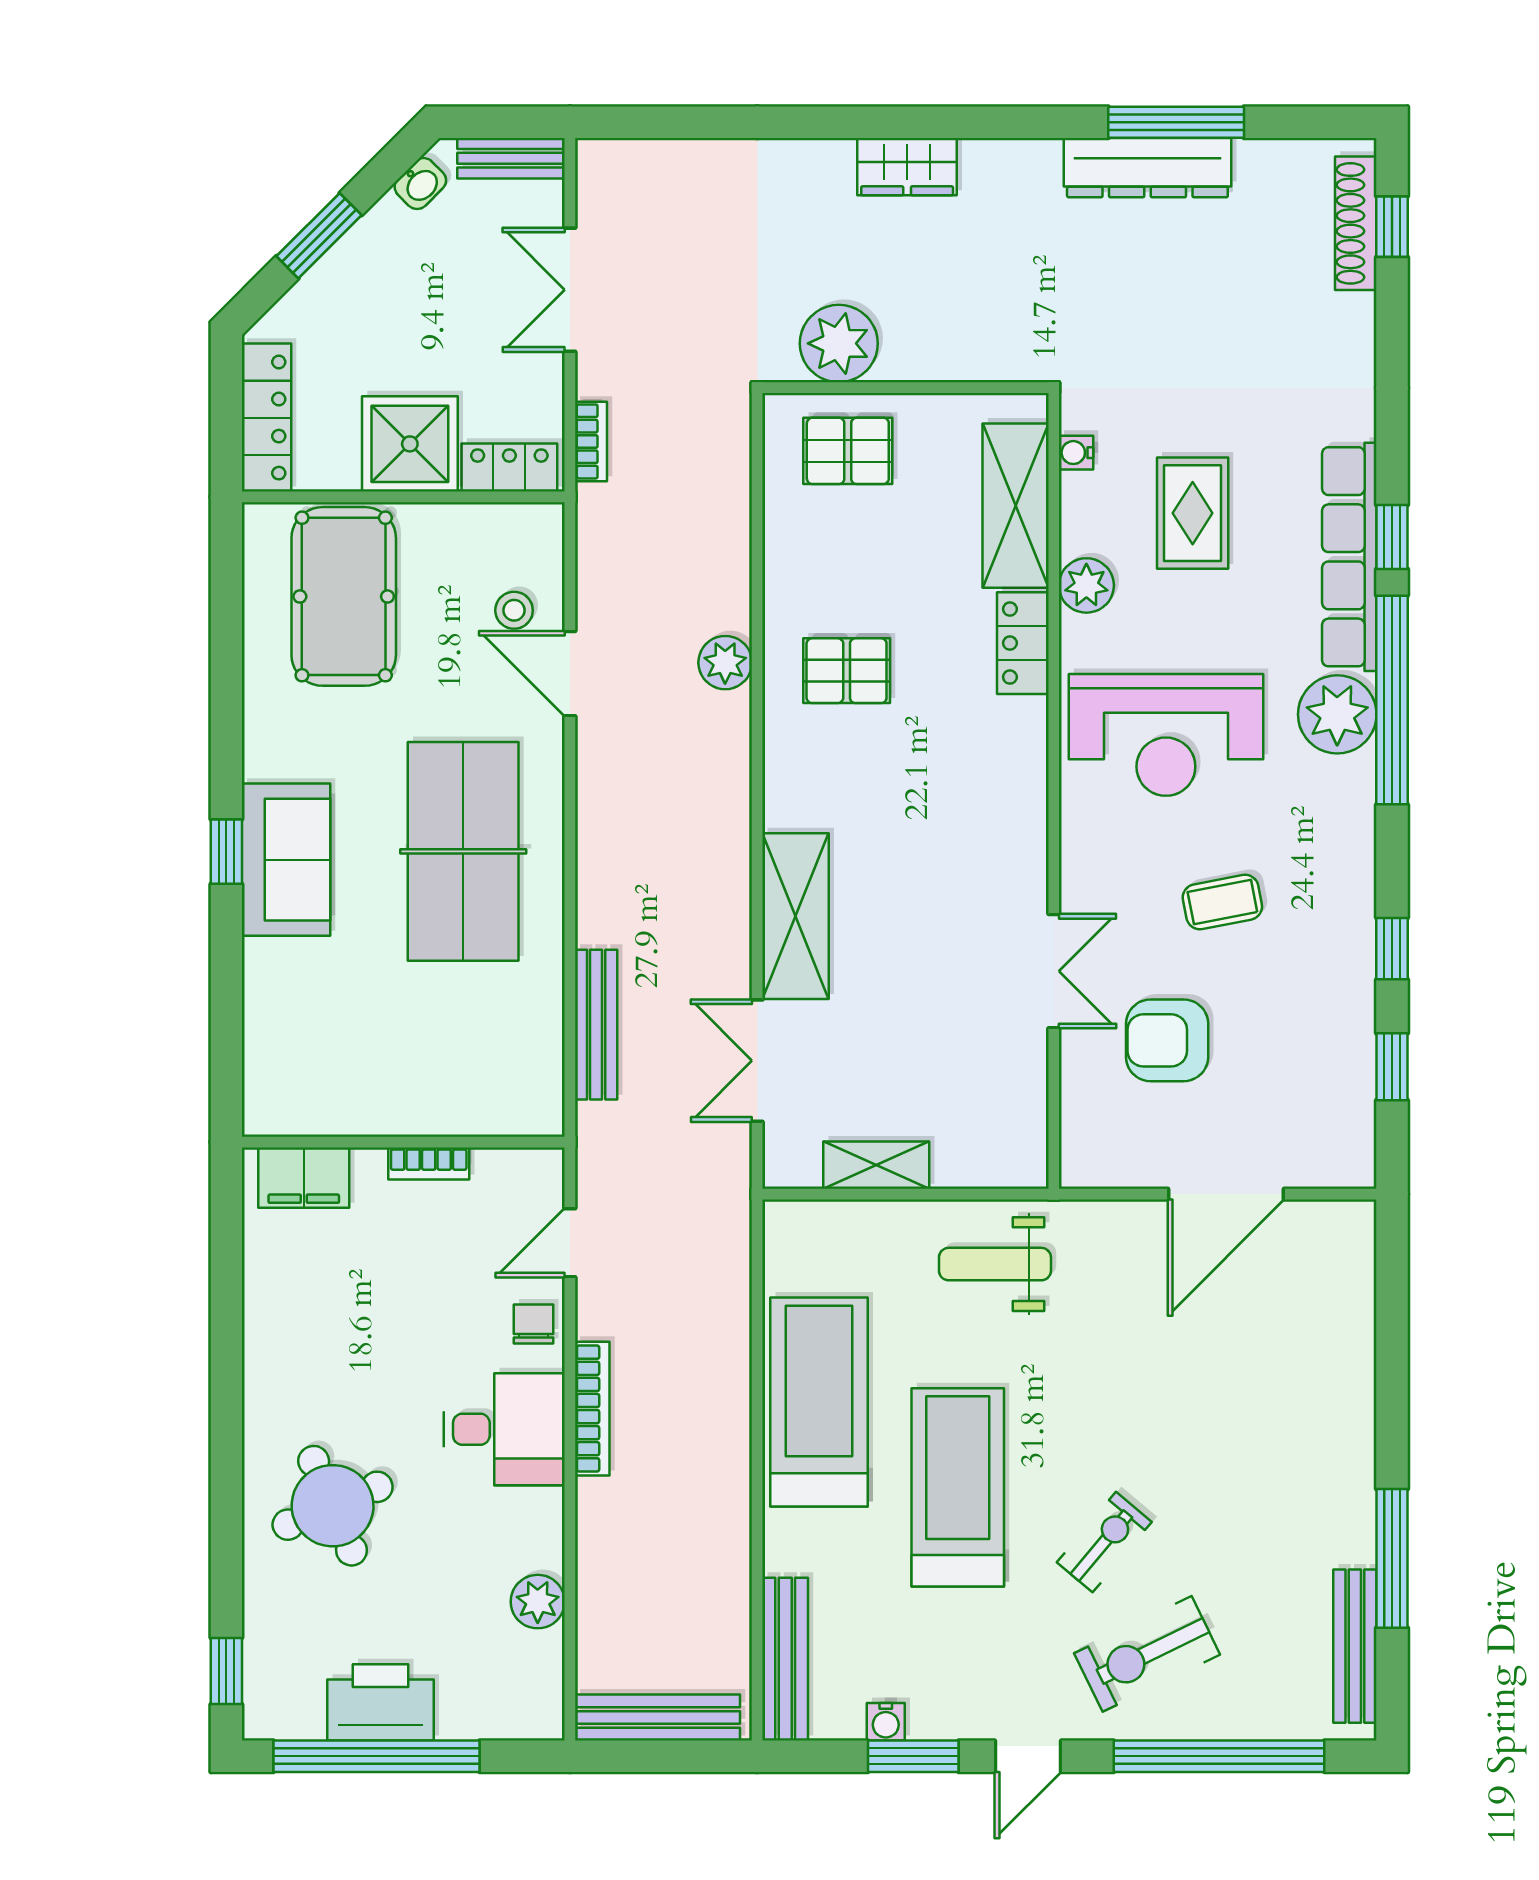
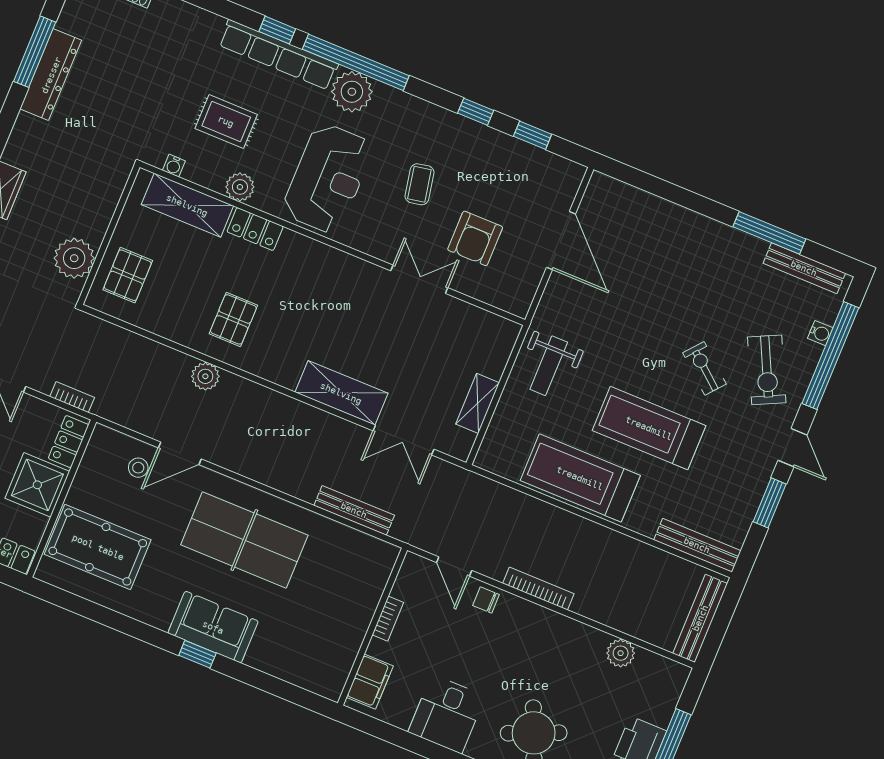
desk: (504, 1429) -> (447, 714), moved, turned 180
water cooler: (886, 1722) -> (820, 333), moved

